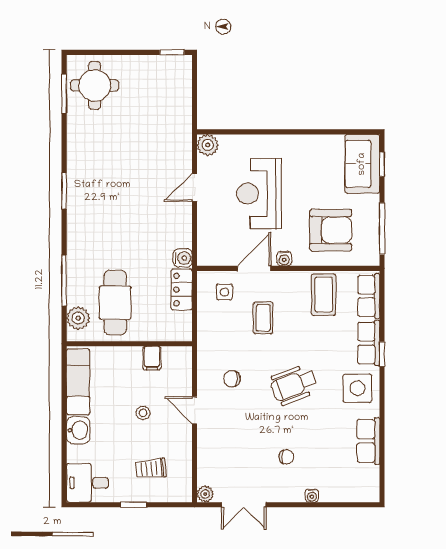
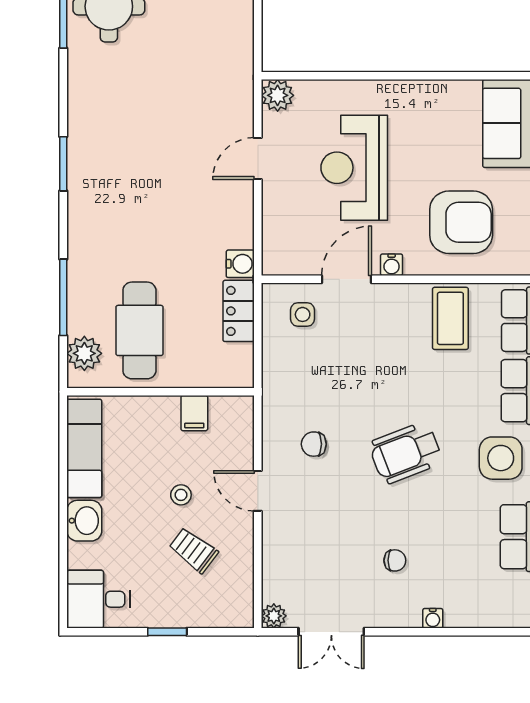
coffee table: (263, 318) -> (360, 353), removed
trolley: (151, 469) -> (193, 550), moved, turned 42

